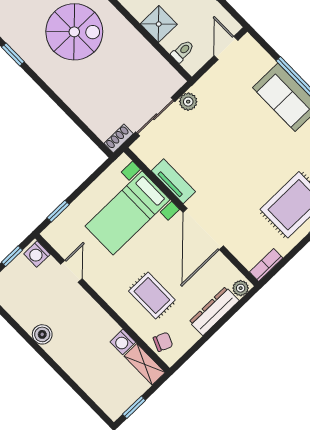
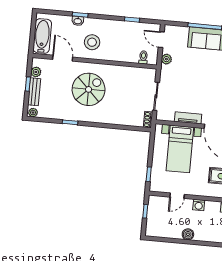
shower: (159, 24) -> (123, 54), removed
plant: (188, 102) -> (166, 59), moved
washing machine: (37, 254) -> (199, 205), moved
door: (71, 271) -> (177, 196), swing flipped

